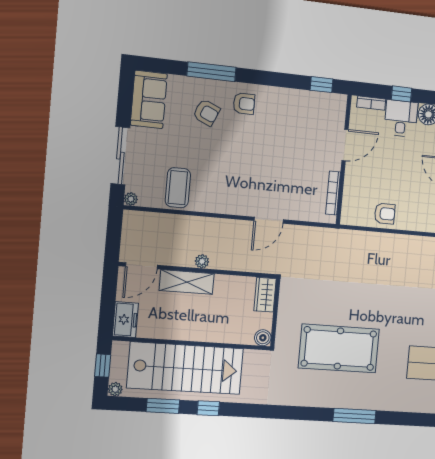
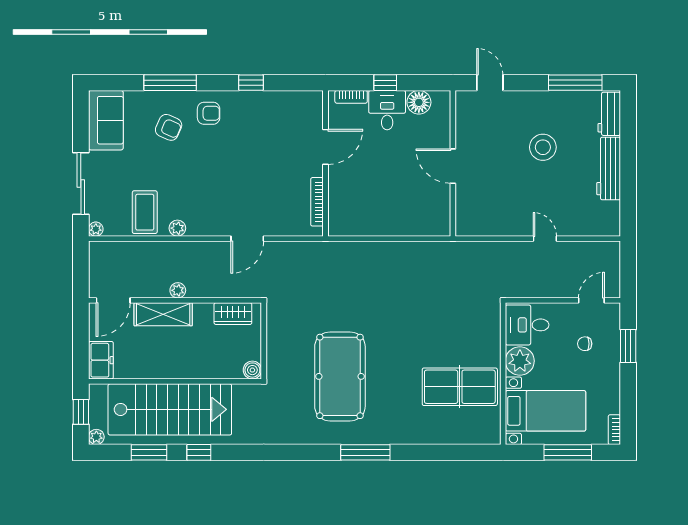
window: (322, 85) -> (251, 83), moved
plant: (207, 205) -> (177, 228), added
armchair: (385, 214) -> (379, 219), removed
wardrobe: (265, 295) -> (233, 314), moved, turned -90
pool table: (339, 349) -> (340, 376), turned 90

